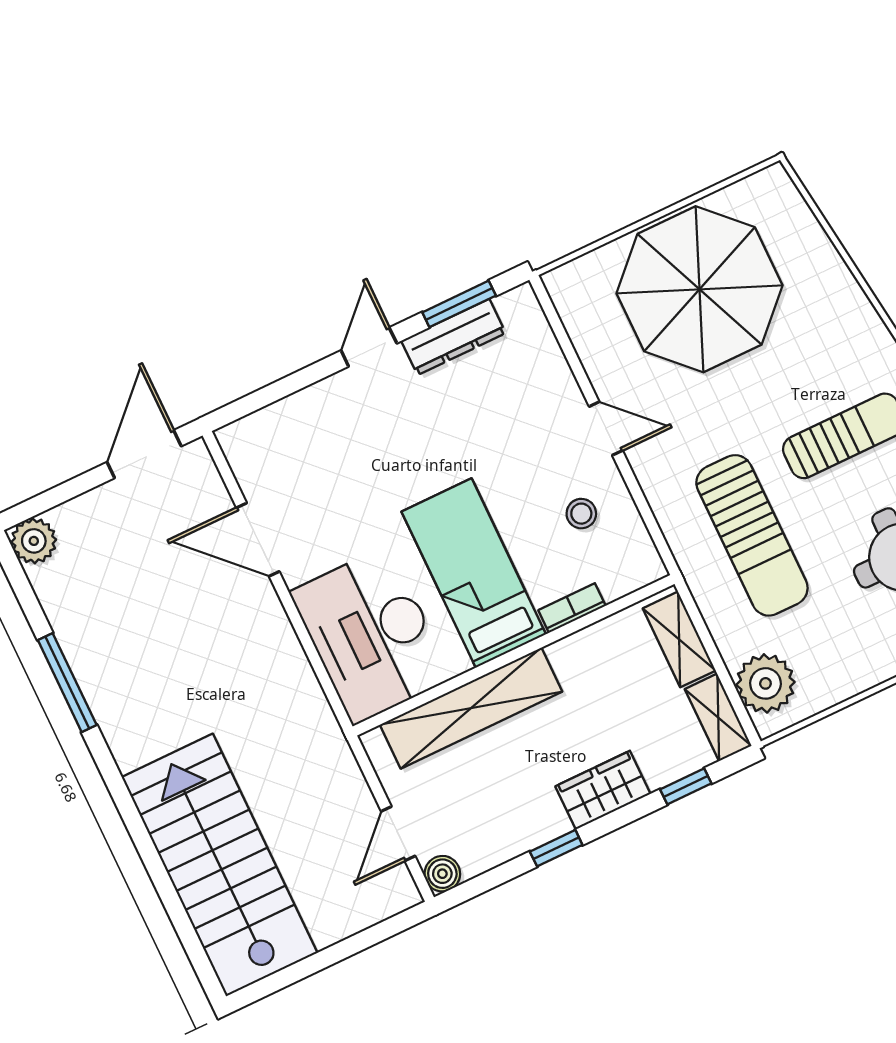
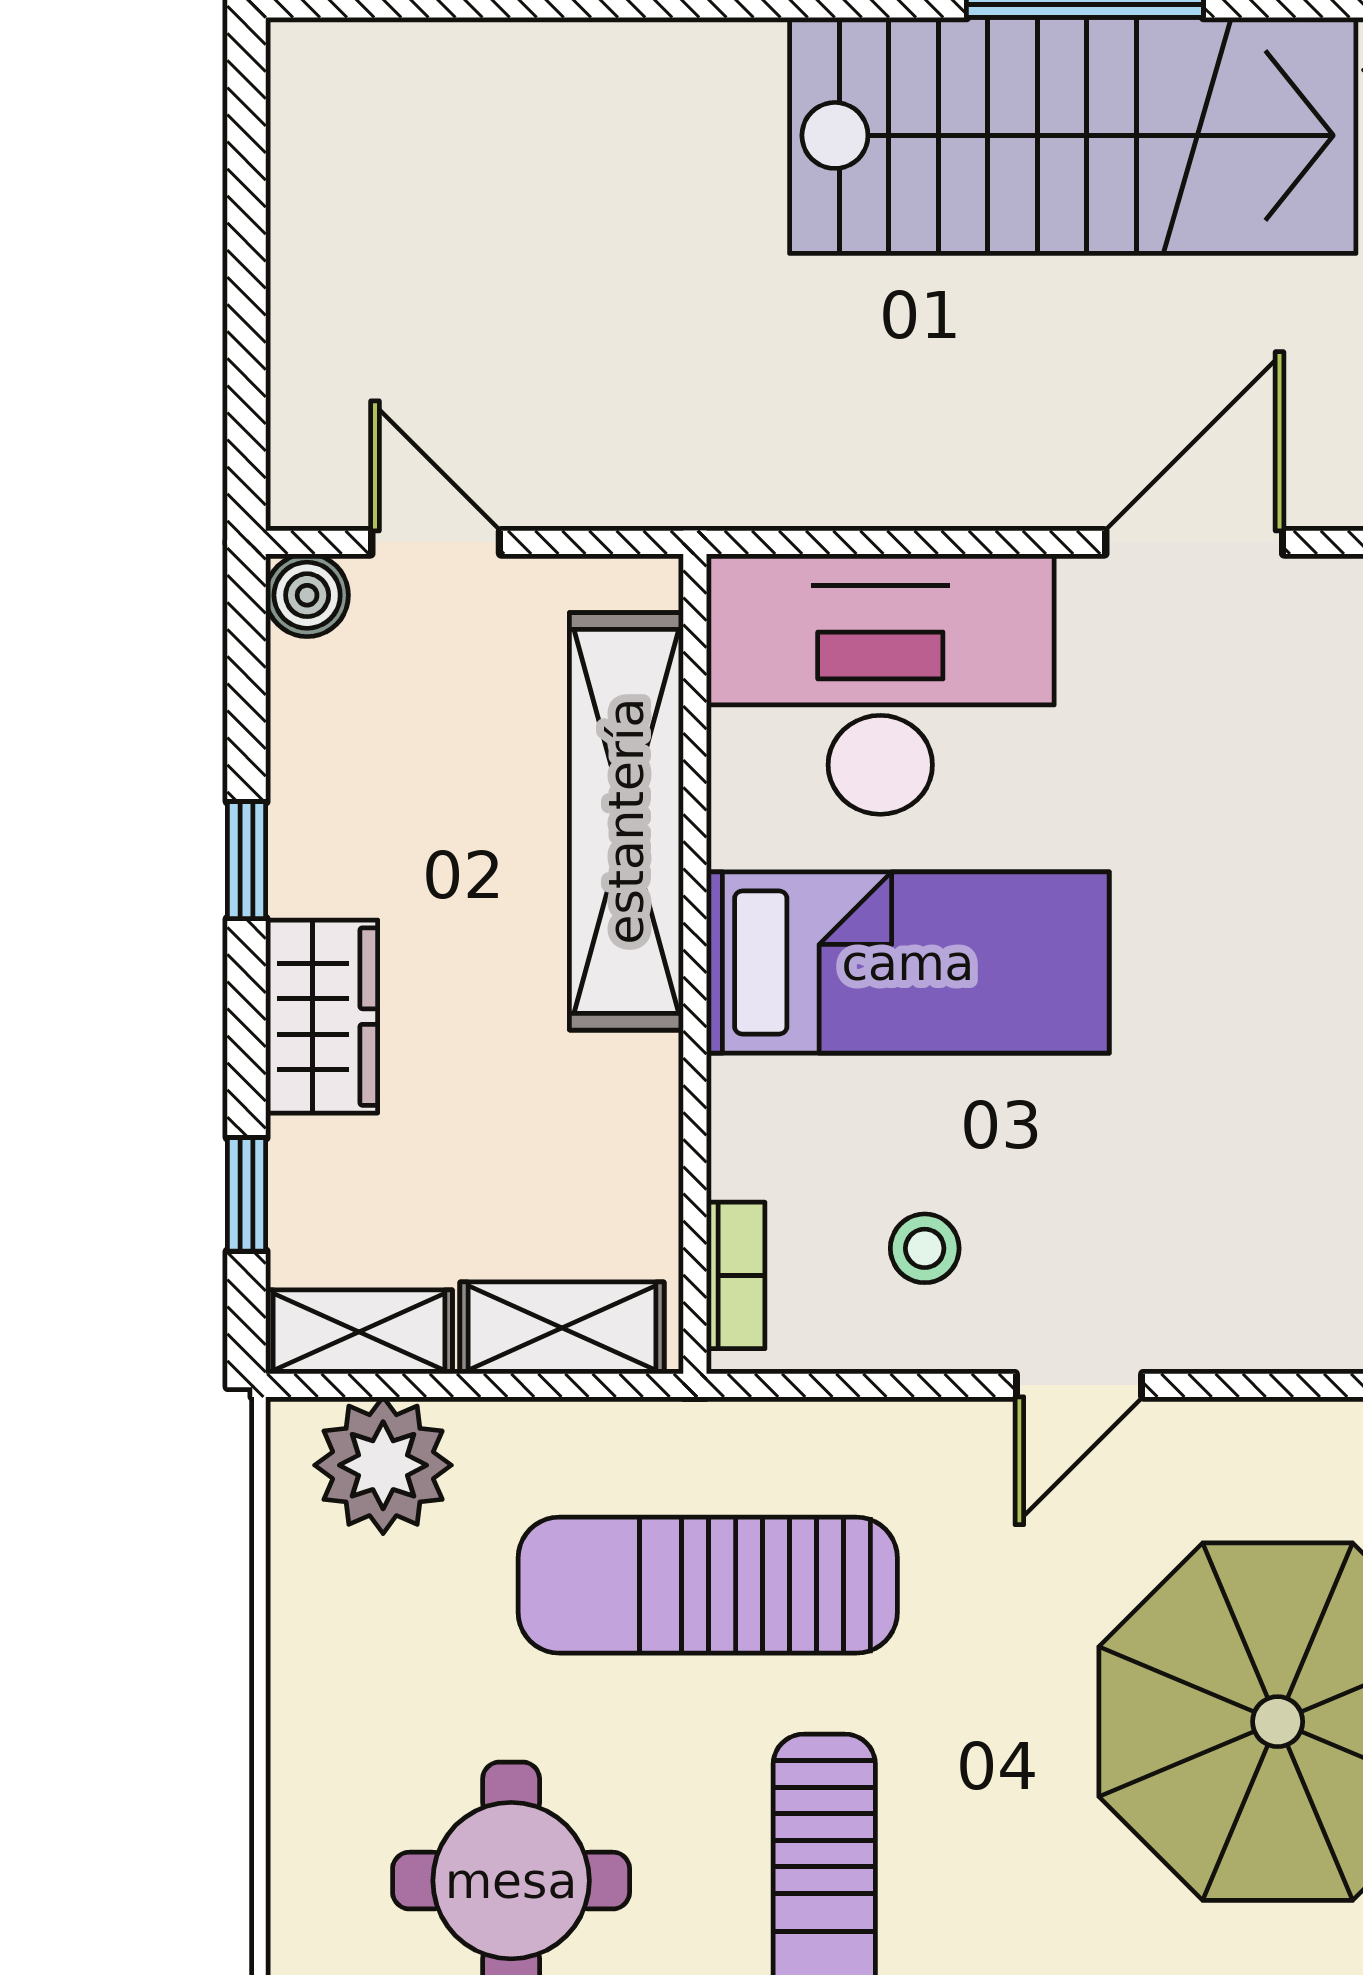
bookcase: (572, 608) -> (736, 1275), moved
stairs: (219, 865) -> (1073, 135), moved

